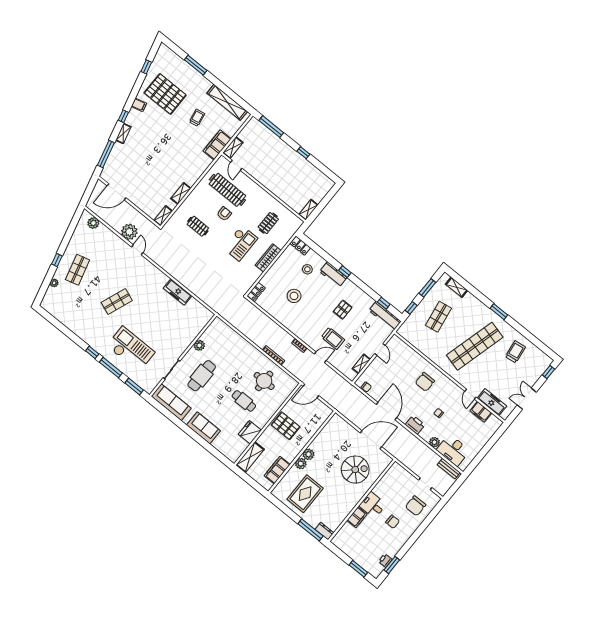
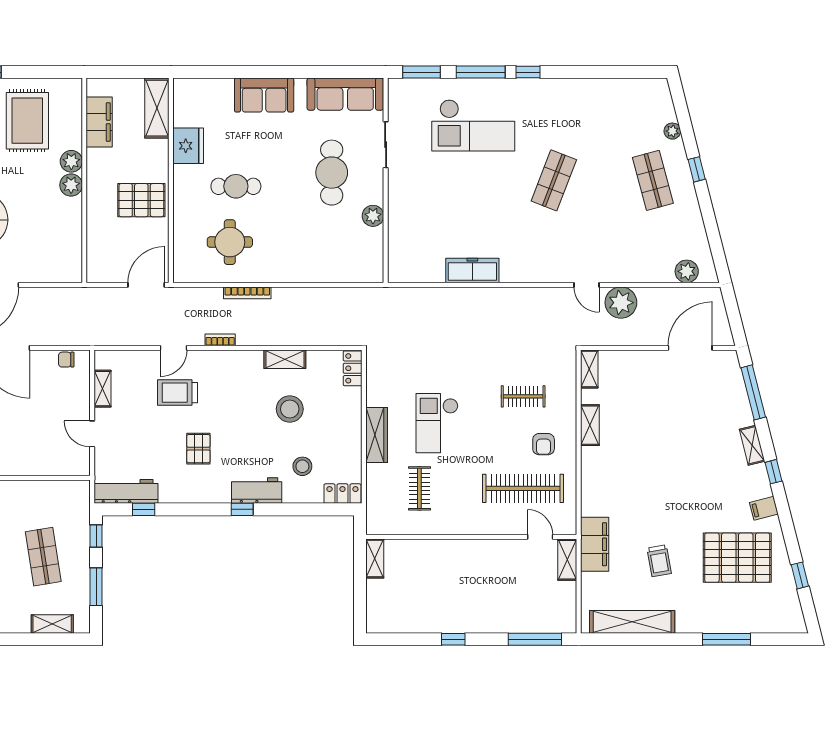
armchair: (224, 214) -> (544, 444), moved
shelving: (280, 317) -> (285, 359), added

